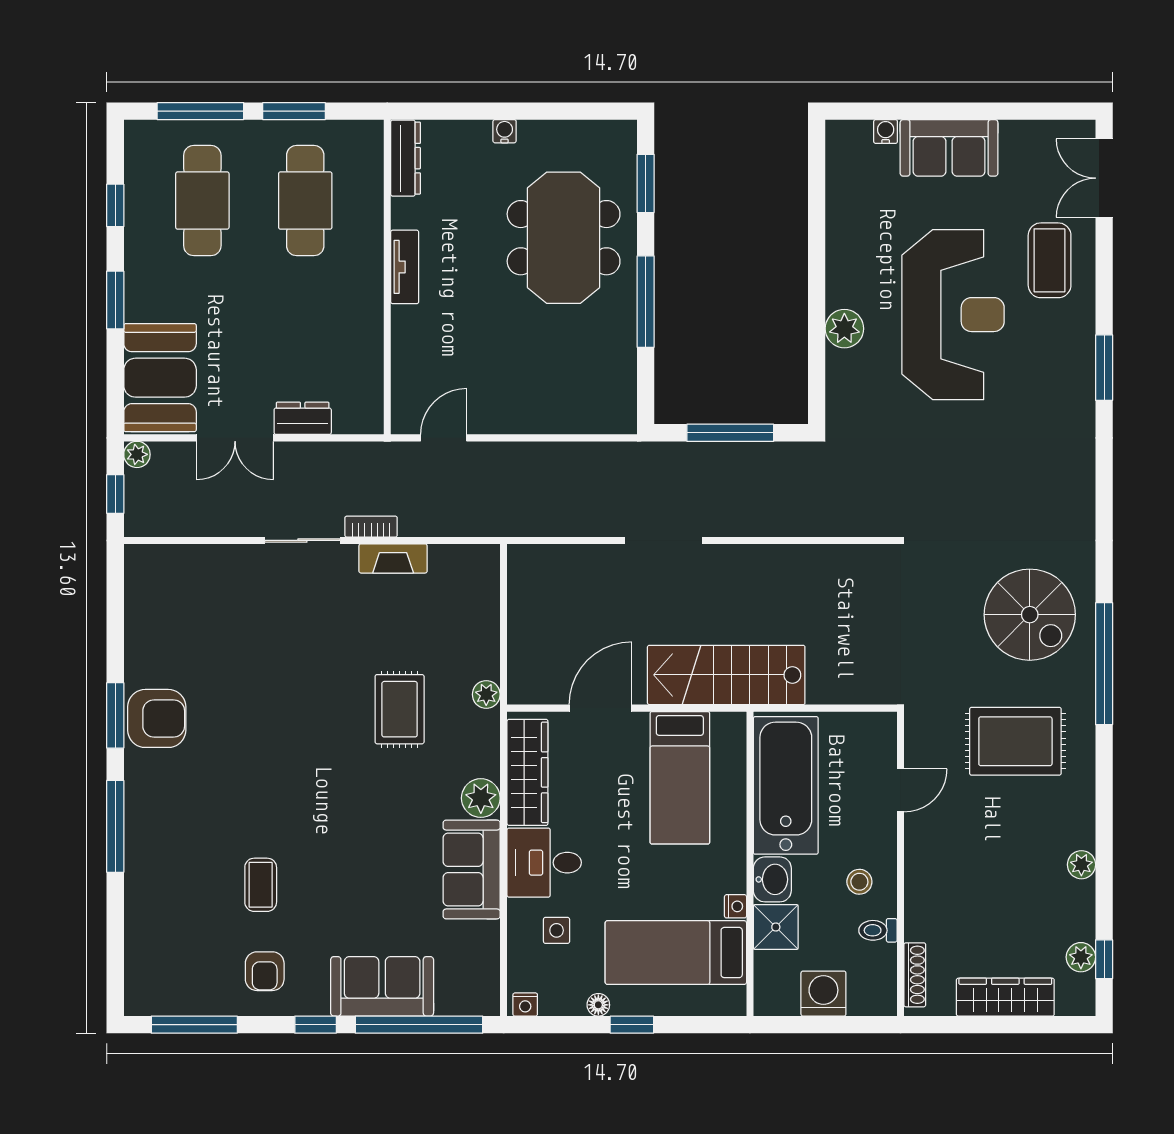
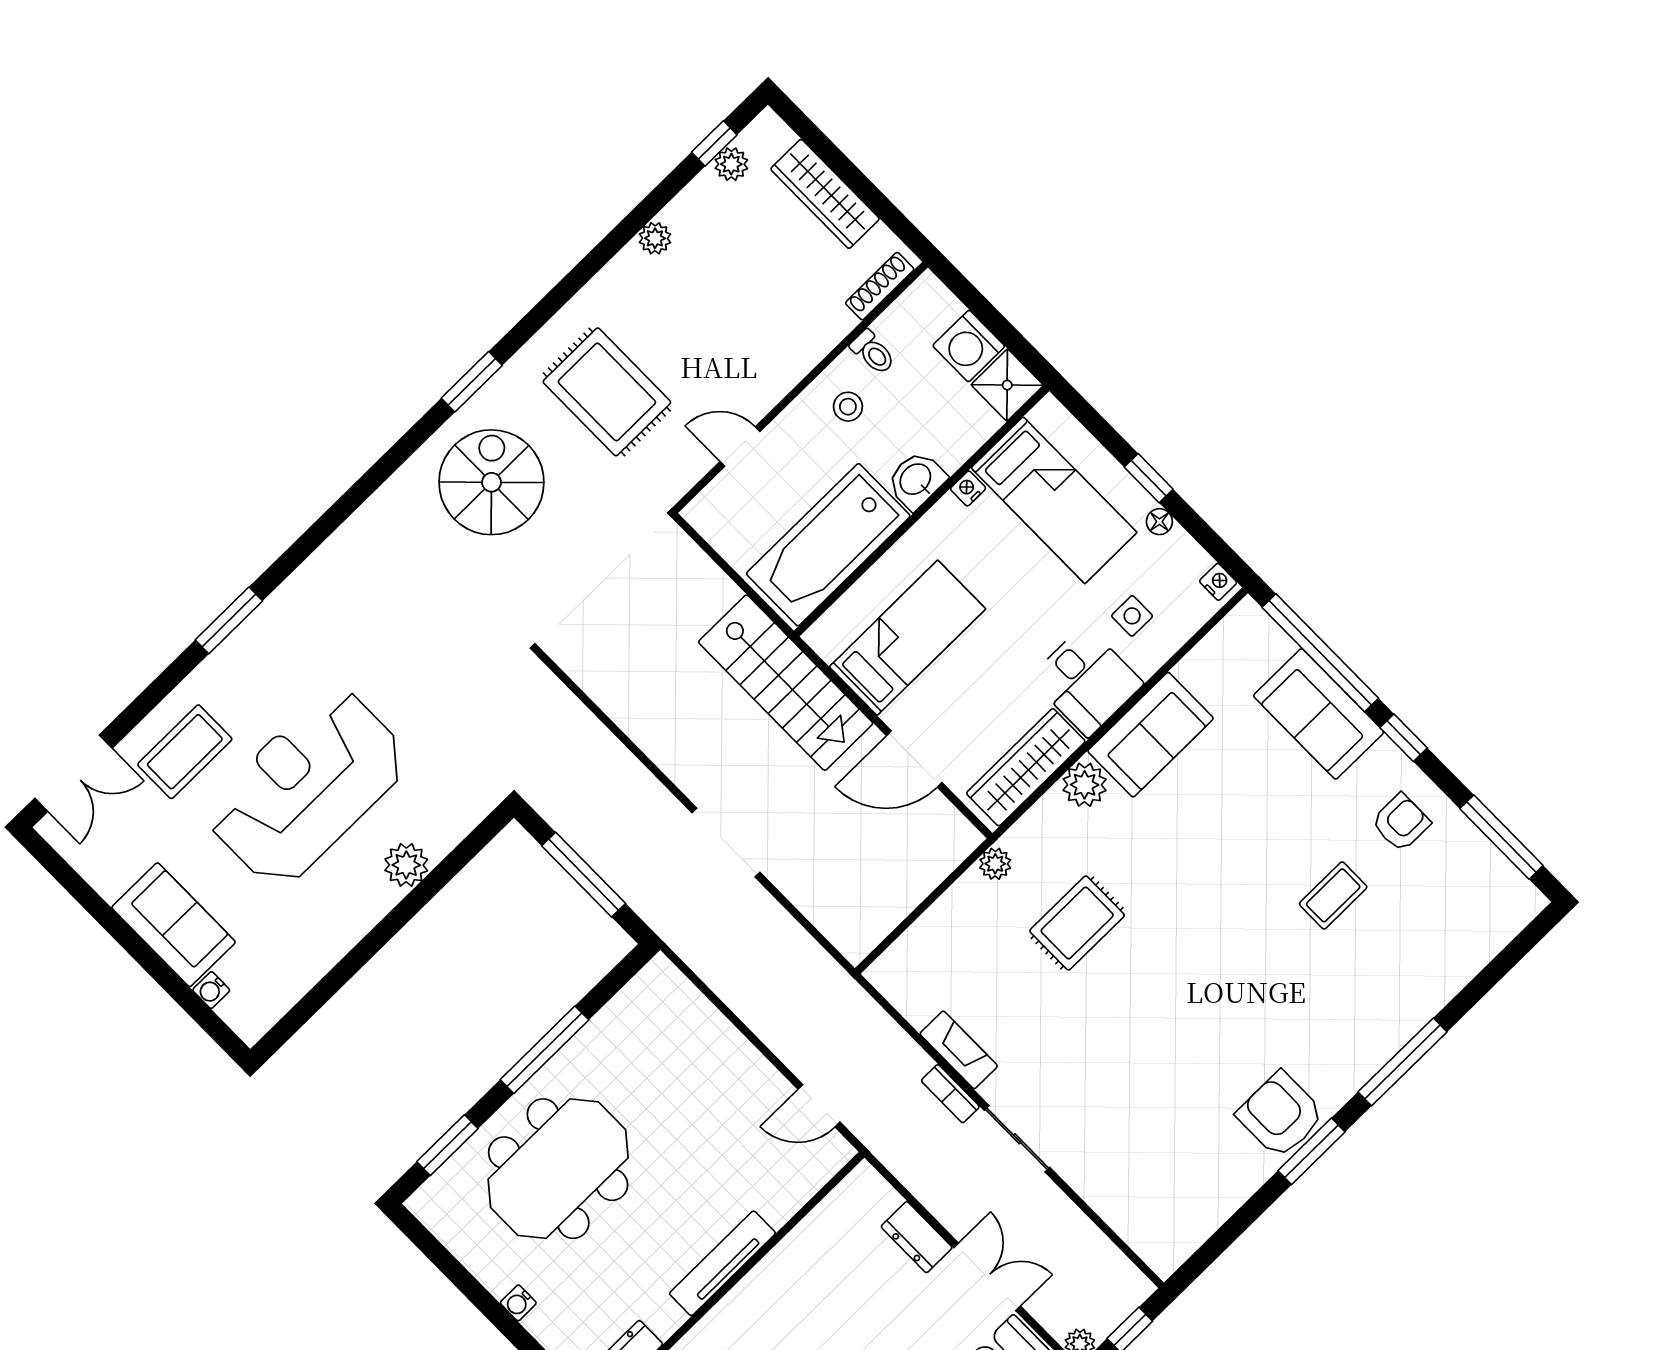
tv unit: (405, 267) -> (722, 1263), width x1.41
window: (1104, 664) -> (472, 382), width x0.47
shower: (776, 927) -> (1007, 385), moved

